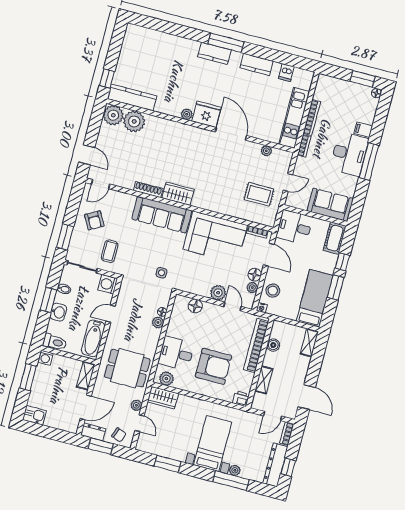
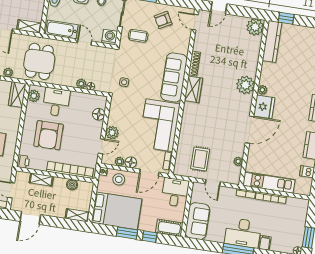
plant: (134, 121) -> (245, 85), moved
bed: (315, 298) -> (117, 211), width x1.50

